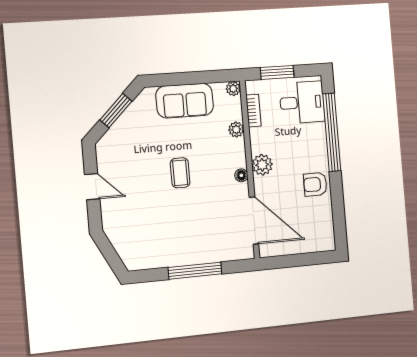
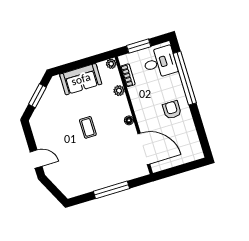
plant: (262, 165) -> (142, 110), removed
armchair: (315, 184) -> (172, 110), moved, turned 90
door: (92, 187) -> (36, 159), moved

